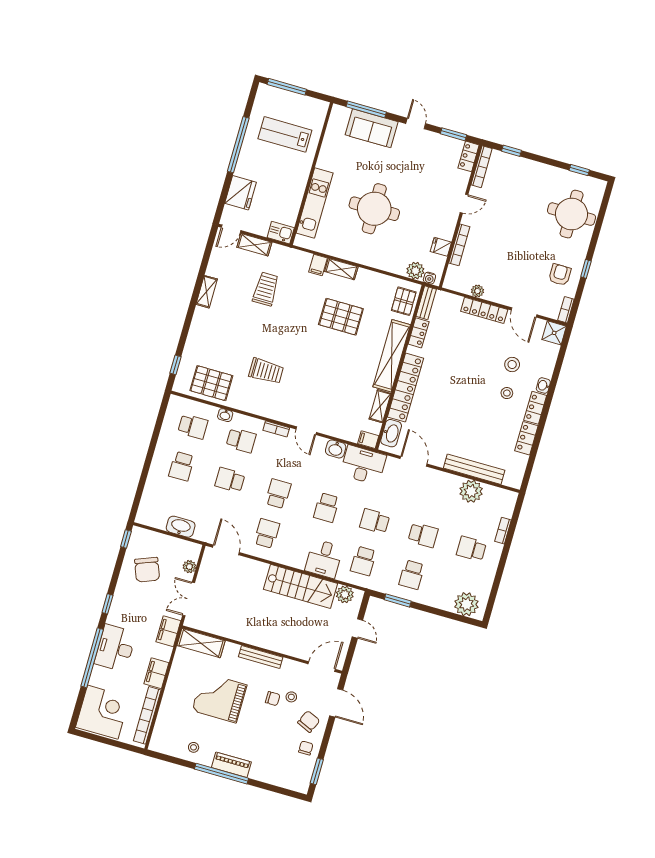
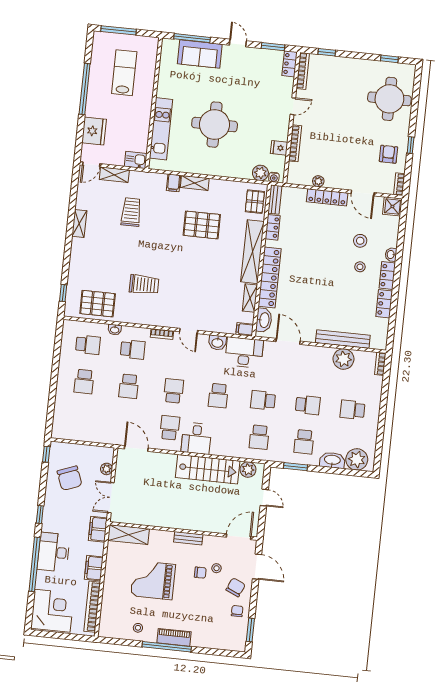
lab bench: (285, 134) -> (124, 73), turned 90
school desk: (230, 480) -> (129, 386), turned -90
washbasin: (181, 527) -> (332, 460), moved
bookcase: (503, 531) -> (380, 364), moved
desk: (324, 559) -> (196, 438), moved
bench: (261, 657) -> (188, 538), width x0.73

